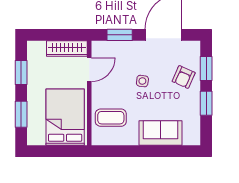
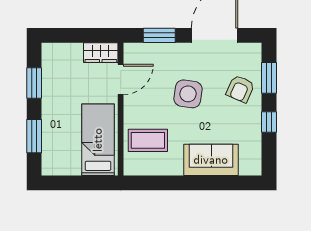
wardrobe: (67, 48) -> (101, 53), width x0.67
side table: (142, 81) -> (188, 94), width x1.87, depth x1.87
window: (206, 103) -> (269, 122), width x0.67
bed: (65, 117) -> (98, 140), width x0.67

